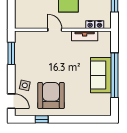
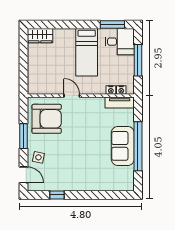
tv unit: (85, 36) -> (120, 103), moved
window: (11, 53) -> (23, 136), moved
armchair: (51, 96) -> (47, 119), moved, turned 90

